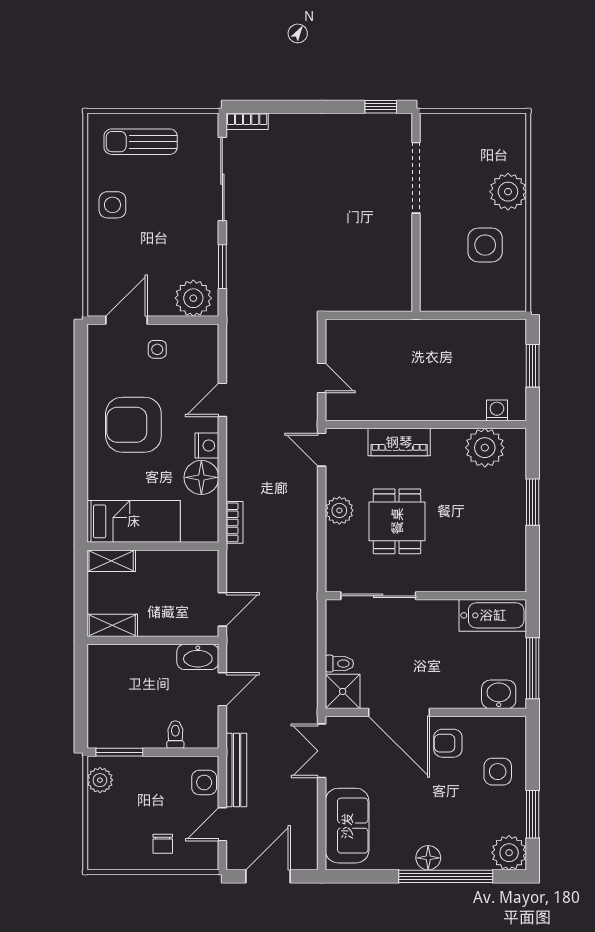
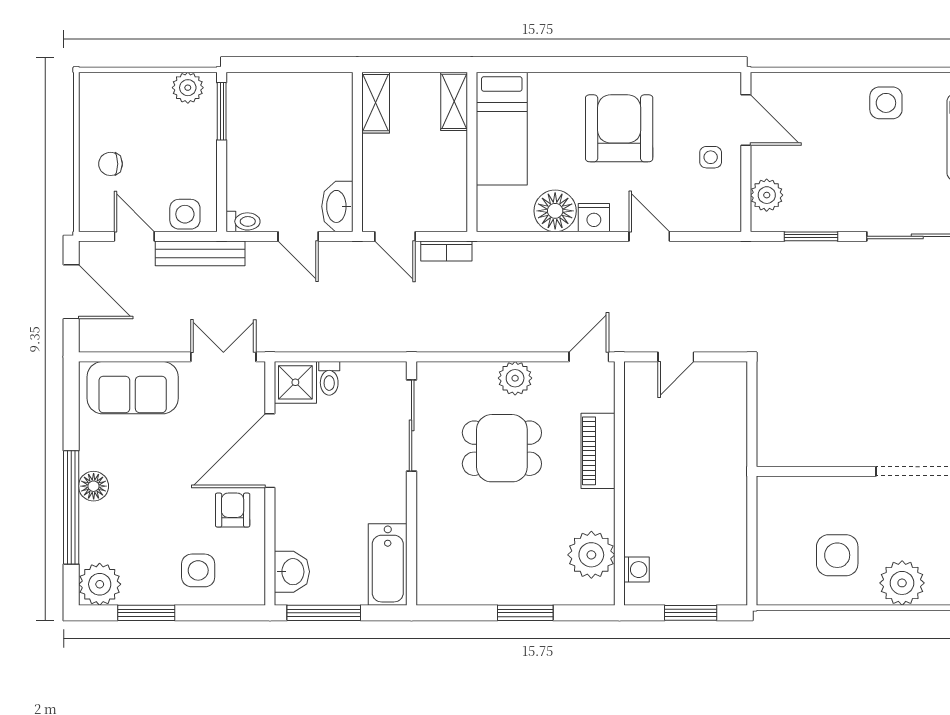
plant: (193, 298) -> (767, 195), width x0.73, depth x0.73
bookcase: (234, 522) -> (446, 251), moved
toilet: (175, 735) -> (243, 221), moved

